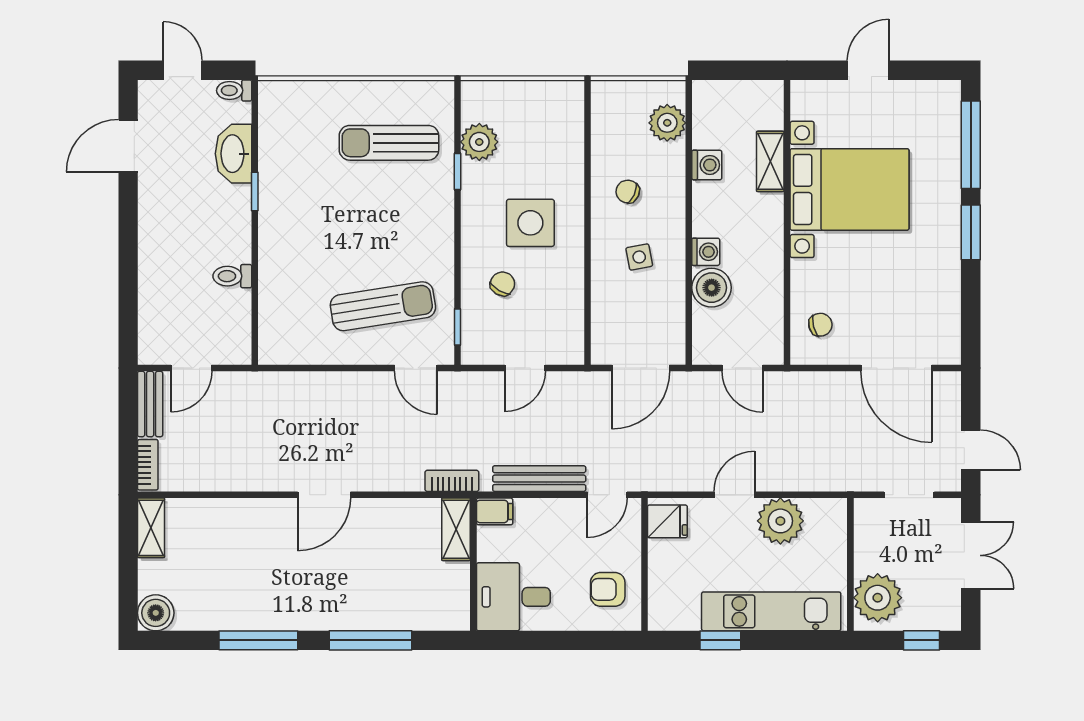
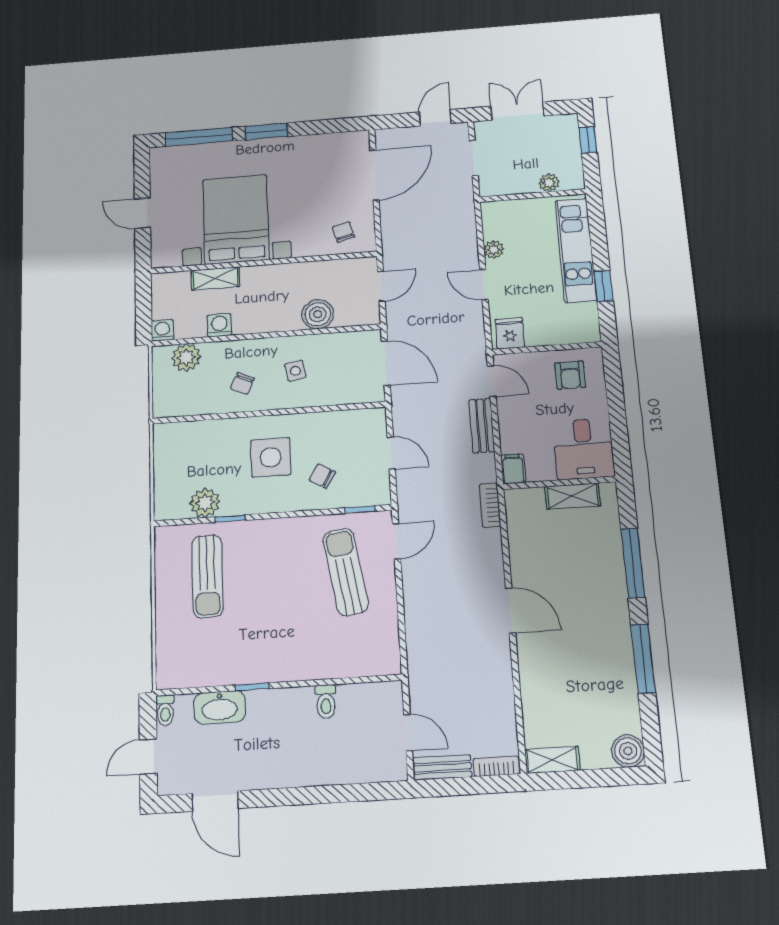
washing machine: (706, 252) -> (162, 330), moved
bench: (539, 479) -> (482, 426), width x0.73
plant: (780, 521) -> (494, 250), width x0.53, depth x0.53
shelving: (456, 529) -> (573, 496), moved
plant: (878, 598) -> (549, 183), width x0.53, depth x0.53

